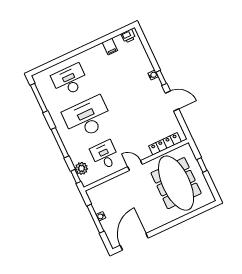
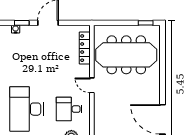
door: (135, 165) -> (92, 85), hinge flipped
window: (202, 165) -> (146, 23), moved

